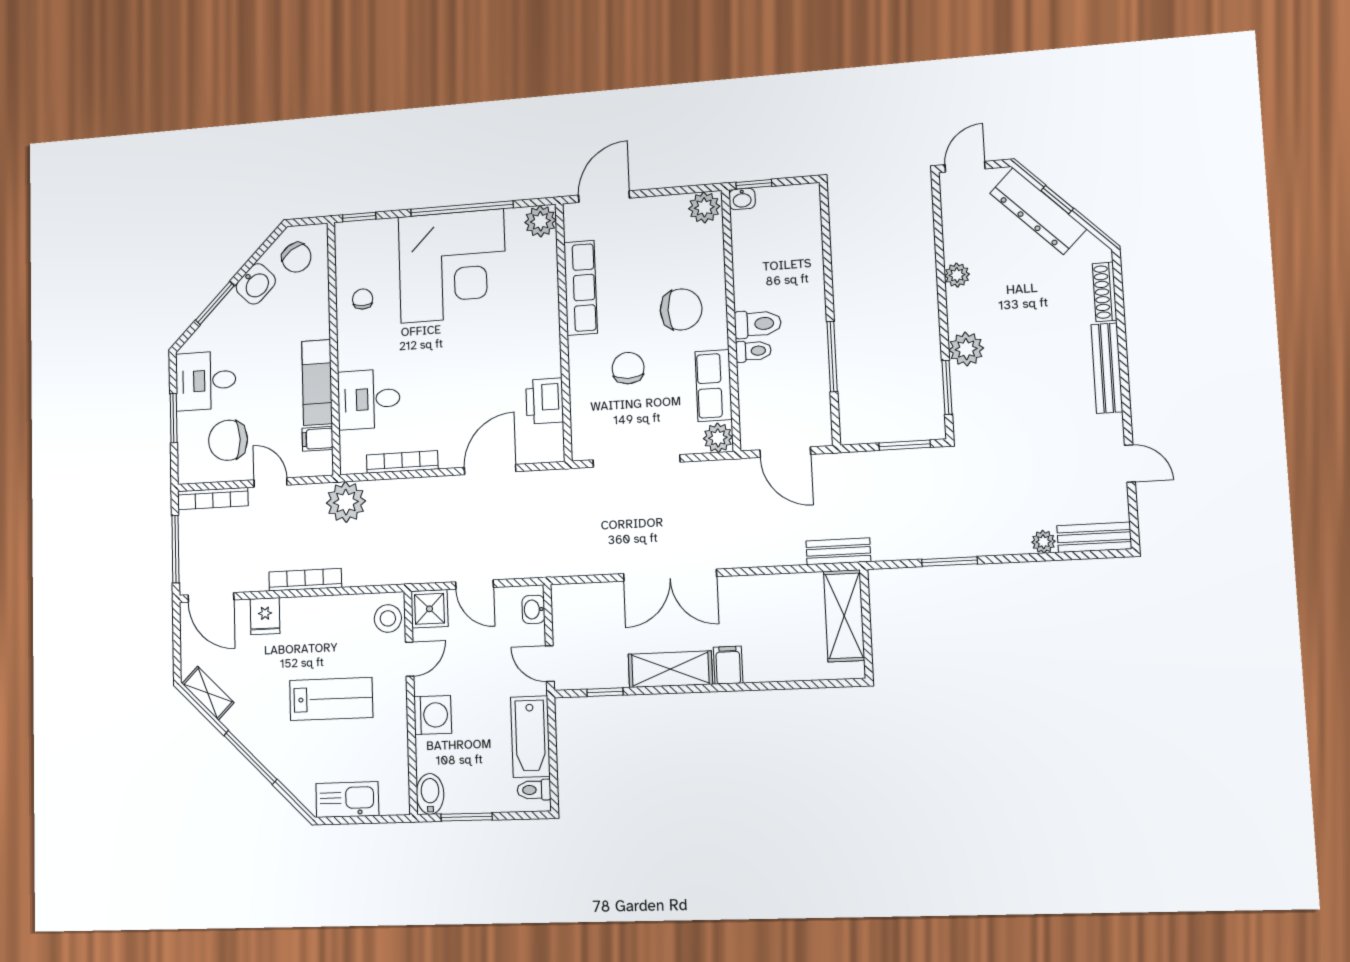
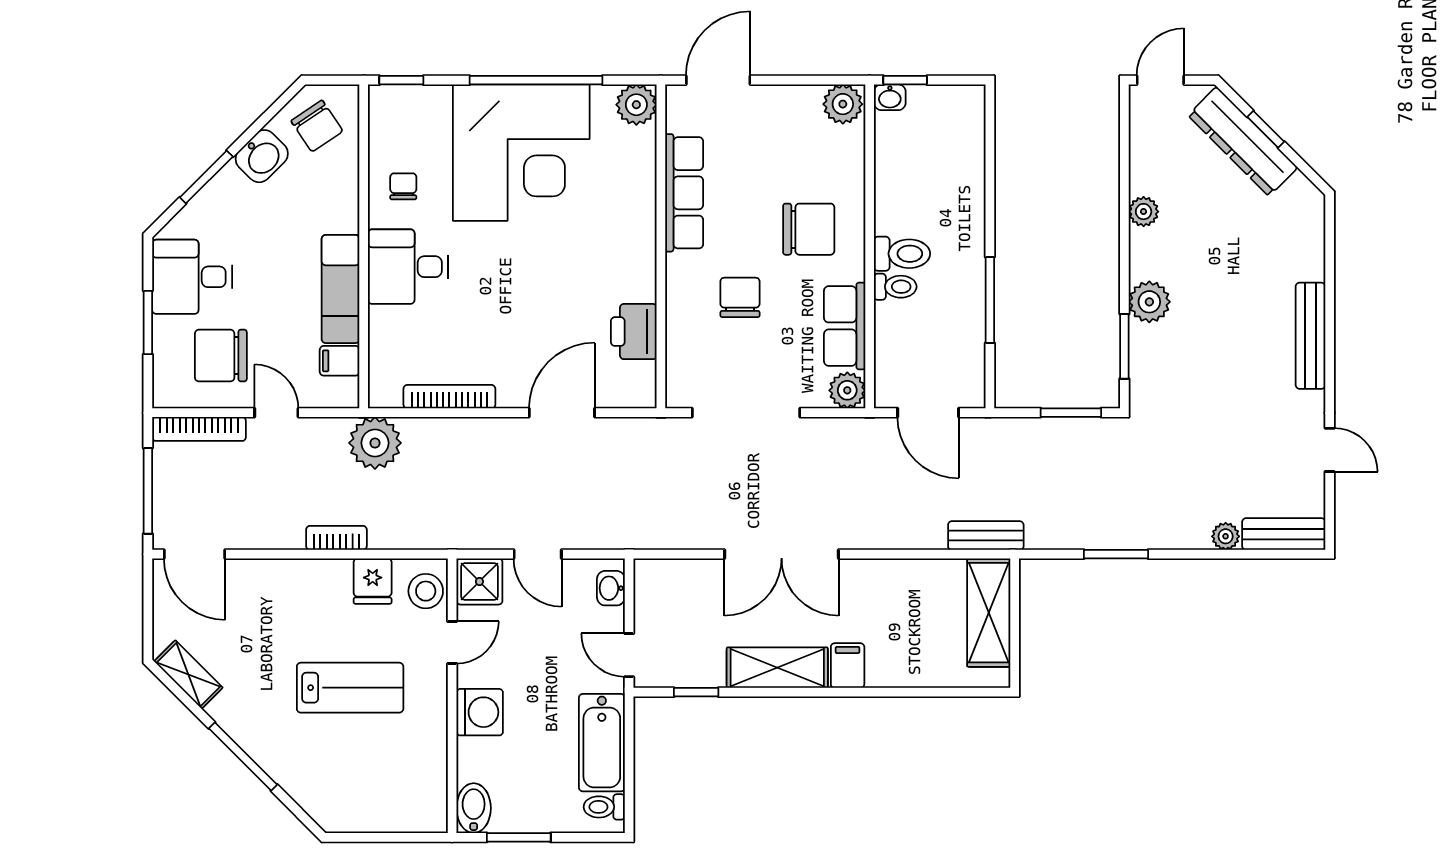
shoe rack: (1104, 292) -> (1313, 245), removed
desk: (369, 399) -> (408, 267), moved
bookcase: (305, 580) -> (336, 538), width x0.64
fridge: (265, 616) -> (373, 581), moved
kitchen sink: (347, 800) -> (368, 812), removed

